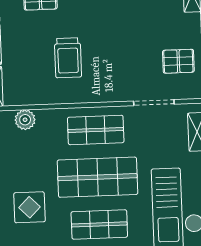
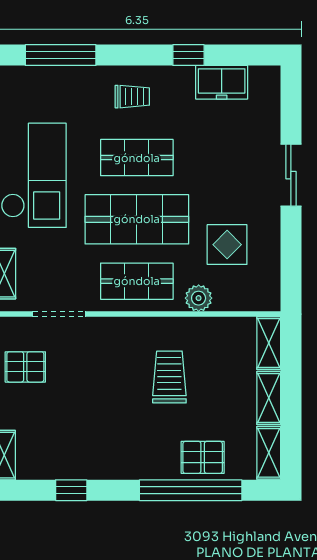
plant: (25, 120) -> (199, 298), moved
display table: (29, 207) -> (227, 245), moved

